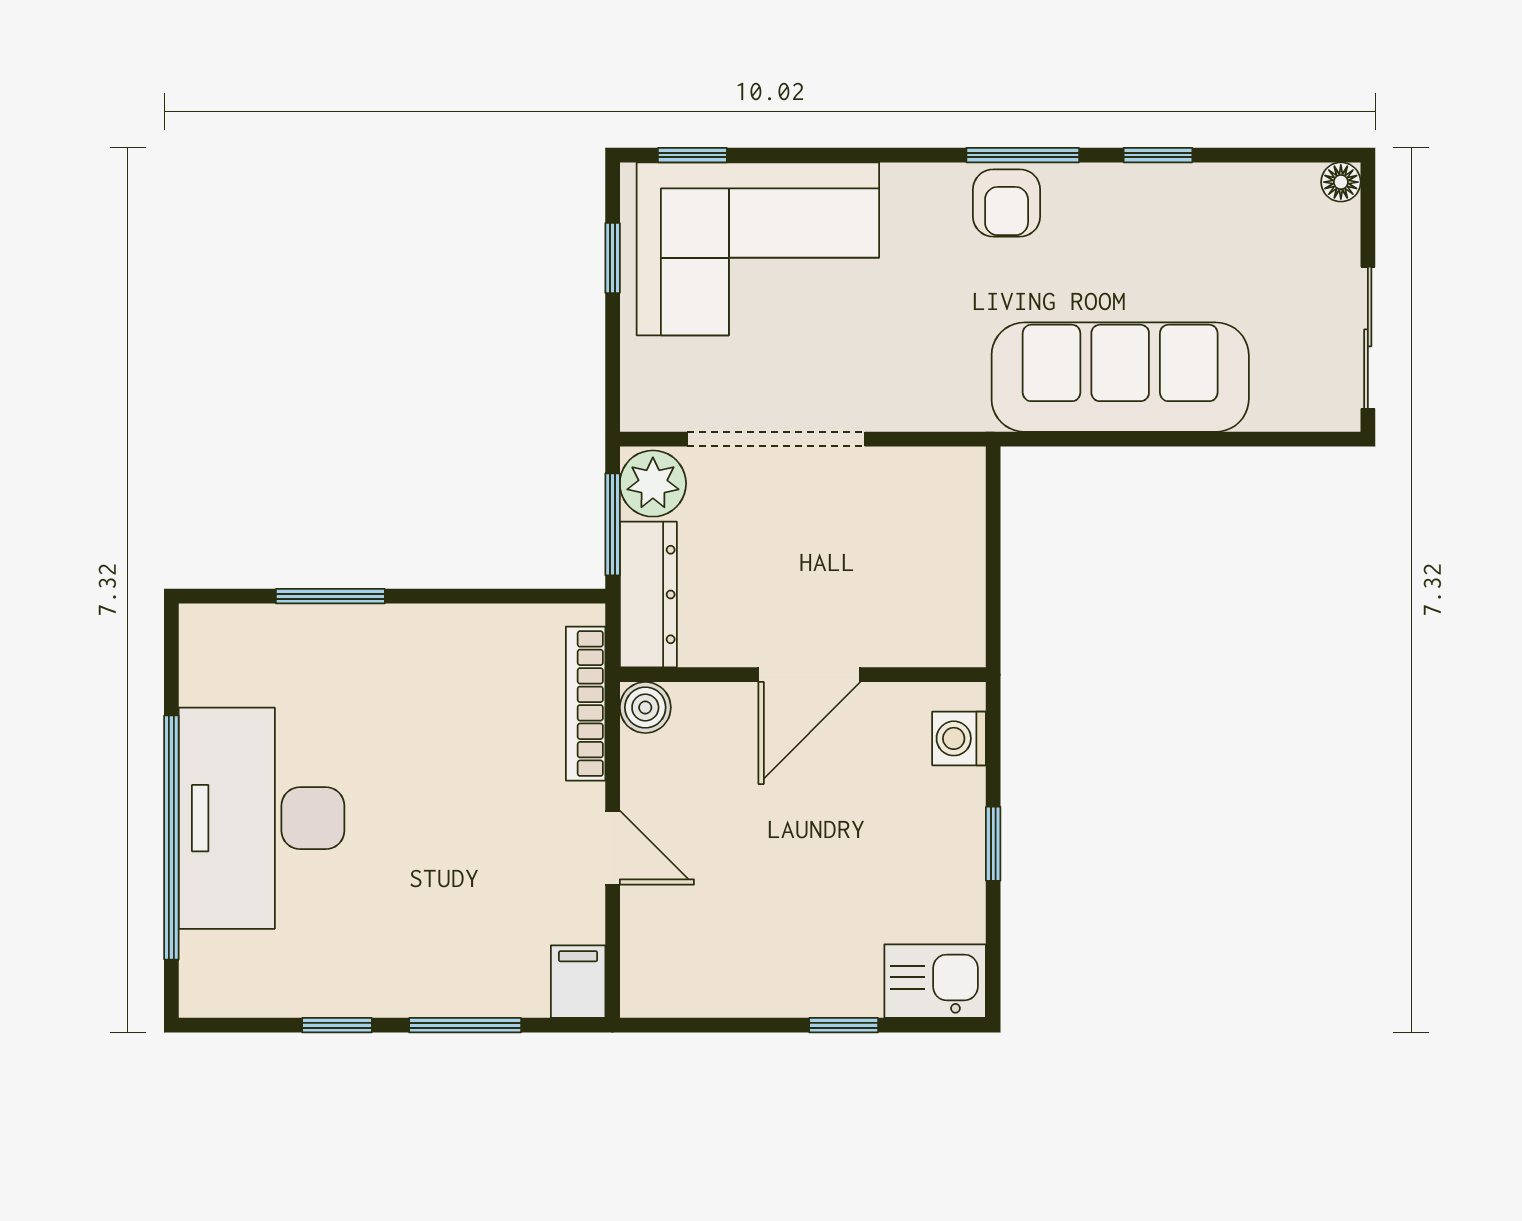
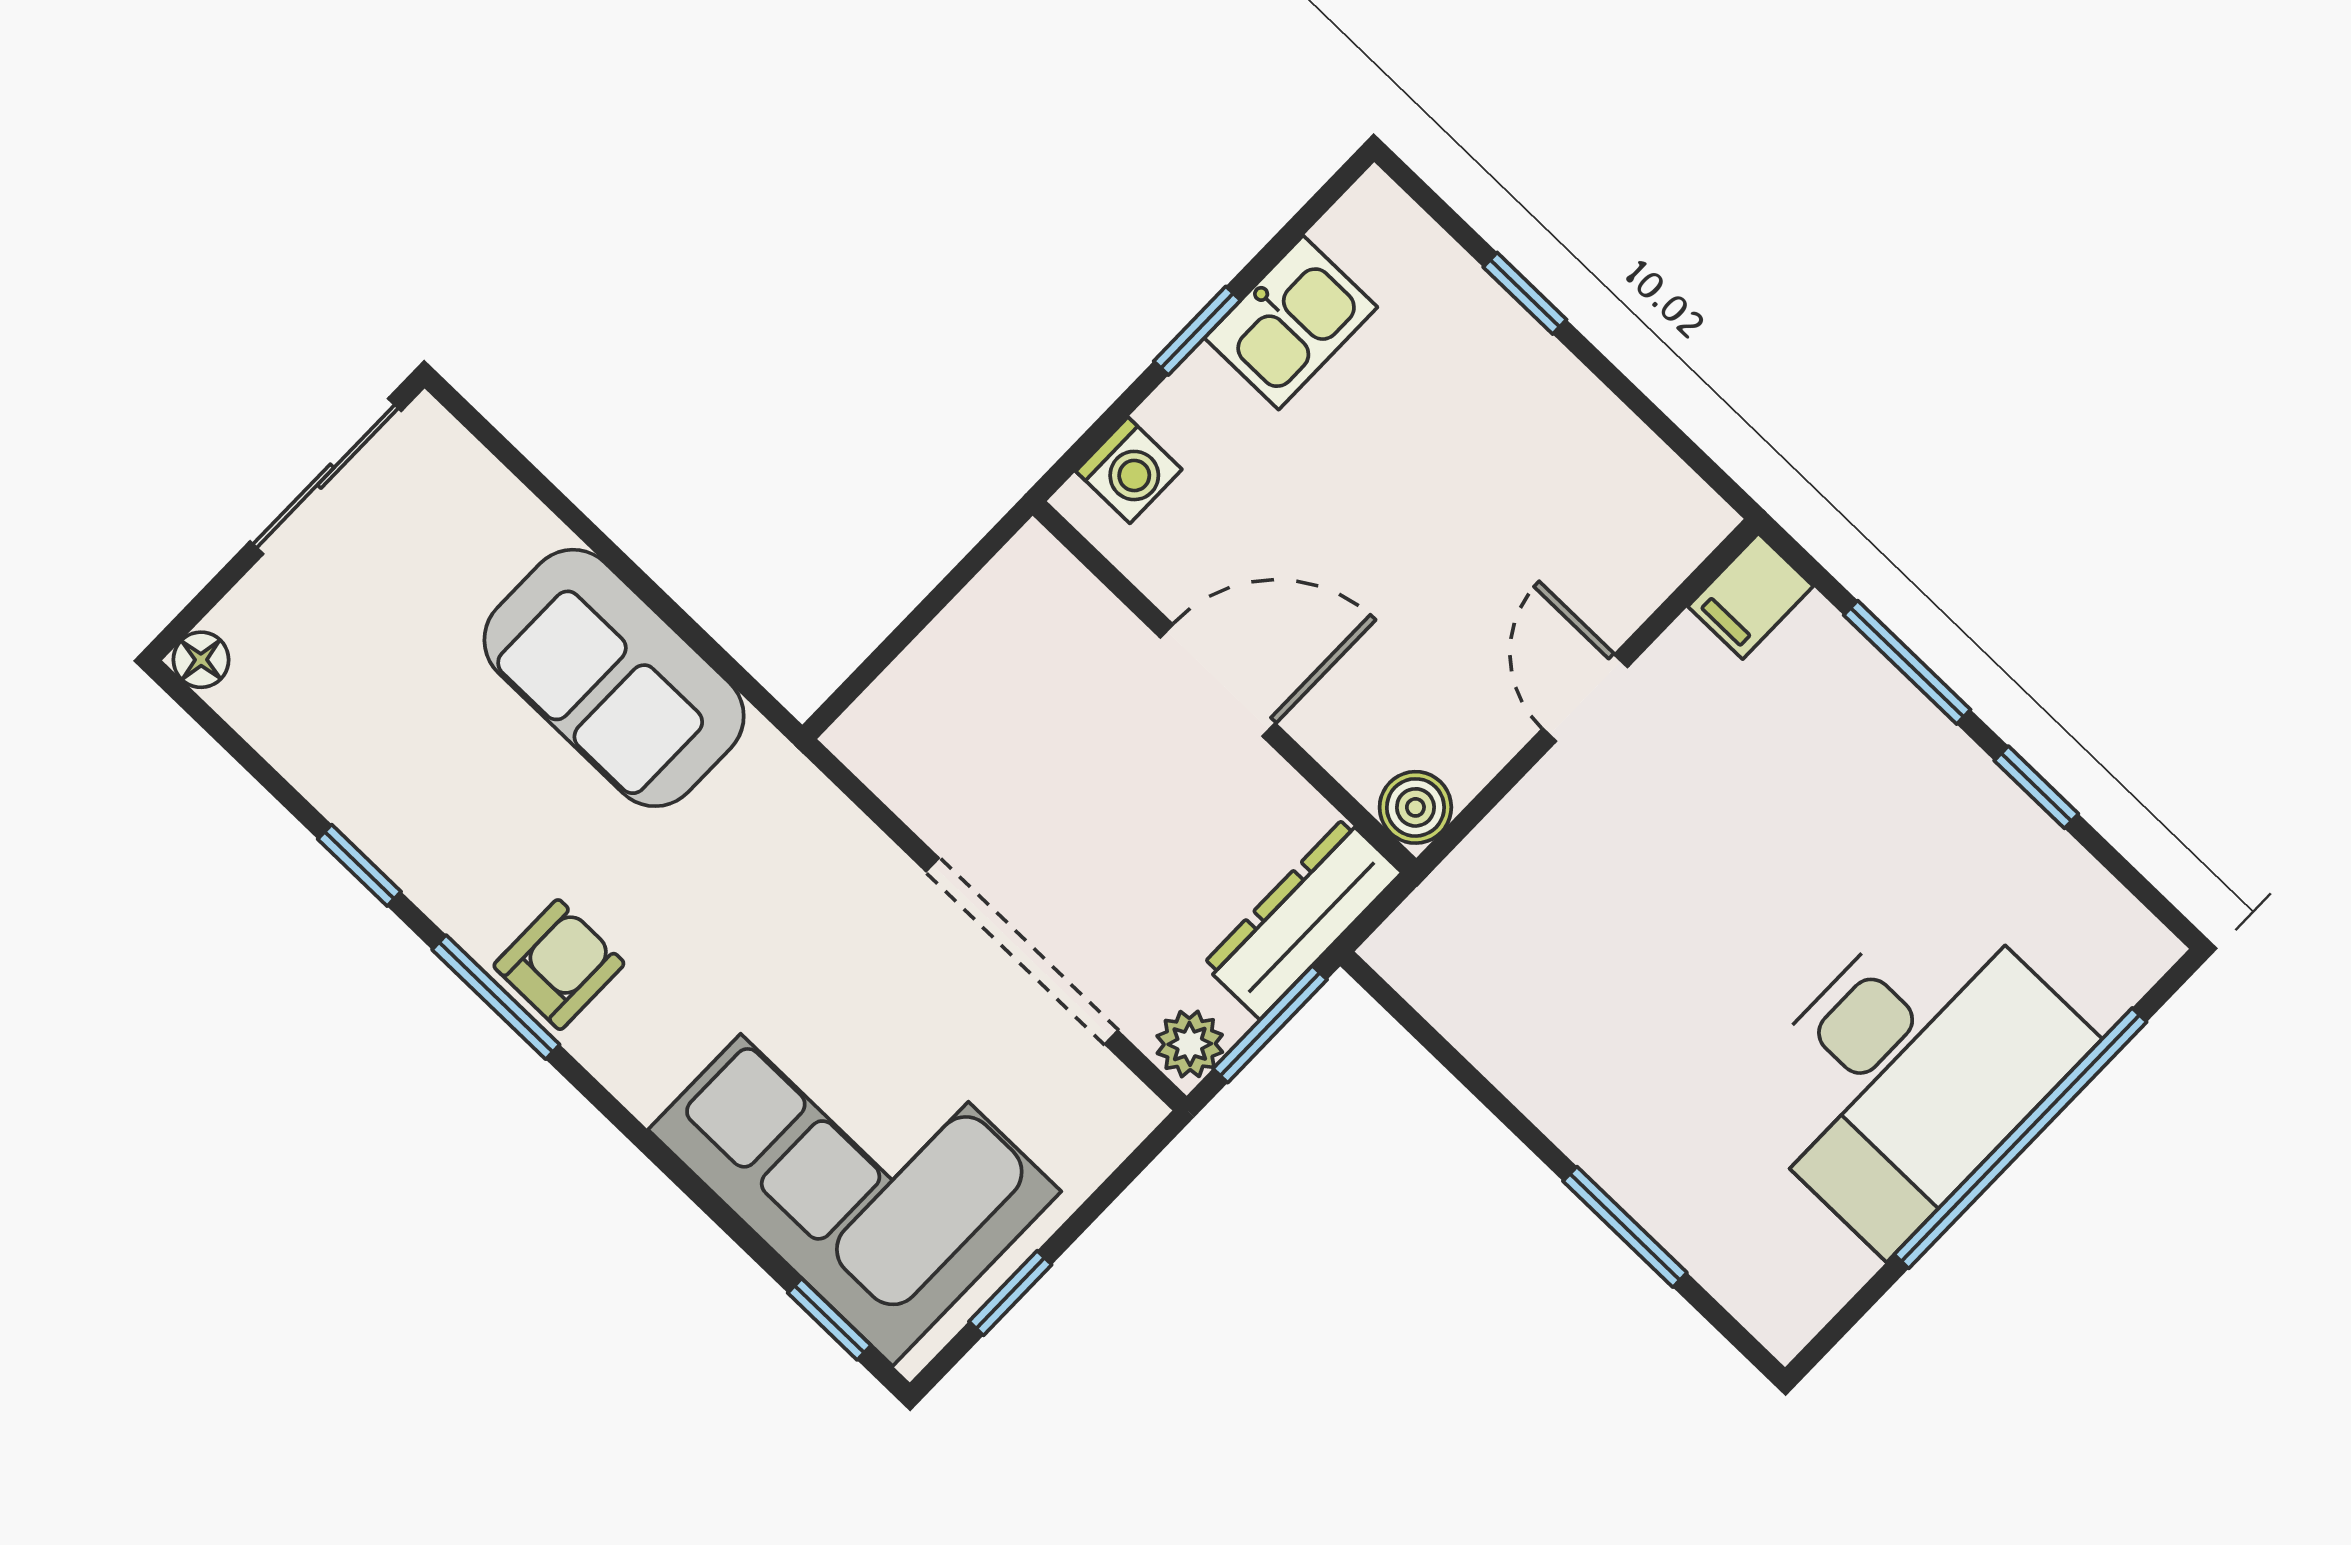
sofa: (1120, 377) -> (614, 678), width x0.73
plant: (653, 484) -> (1190, 1044), width x0.73, depth x0.73
bookcase: (586, 704) -> (1472, 870), removed
kitchen sink: (935, 981) -> (1291, 323), moved, turned -90

